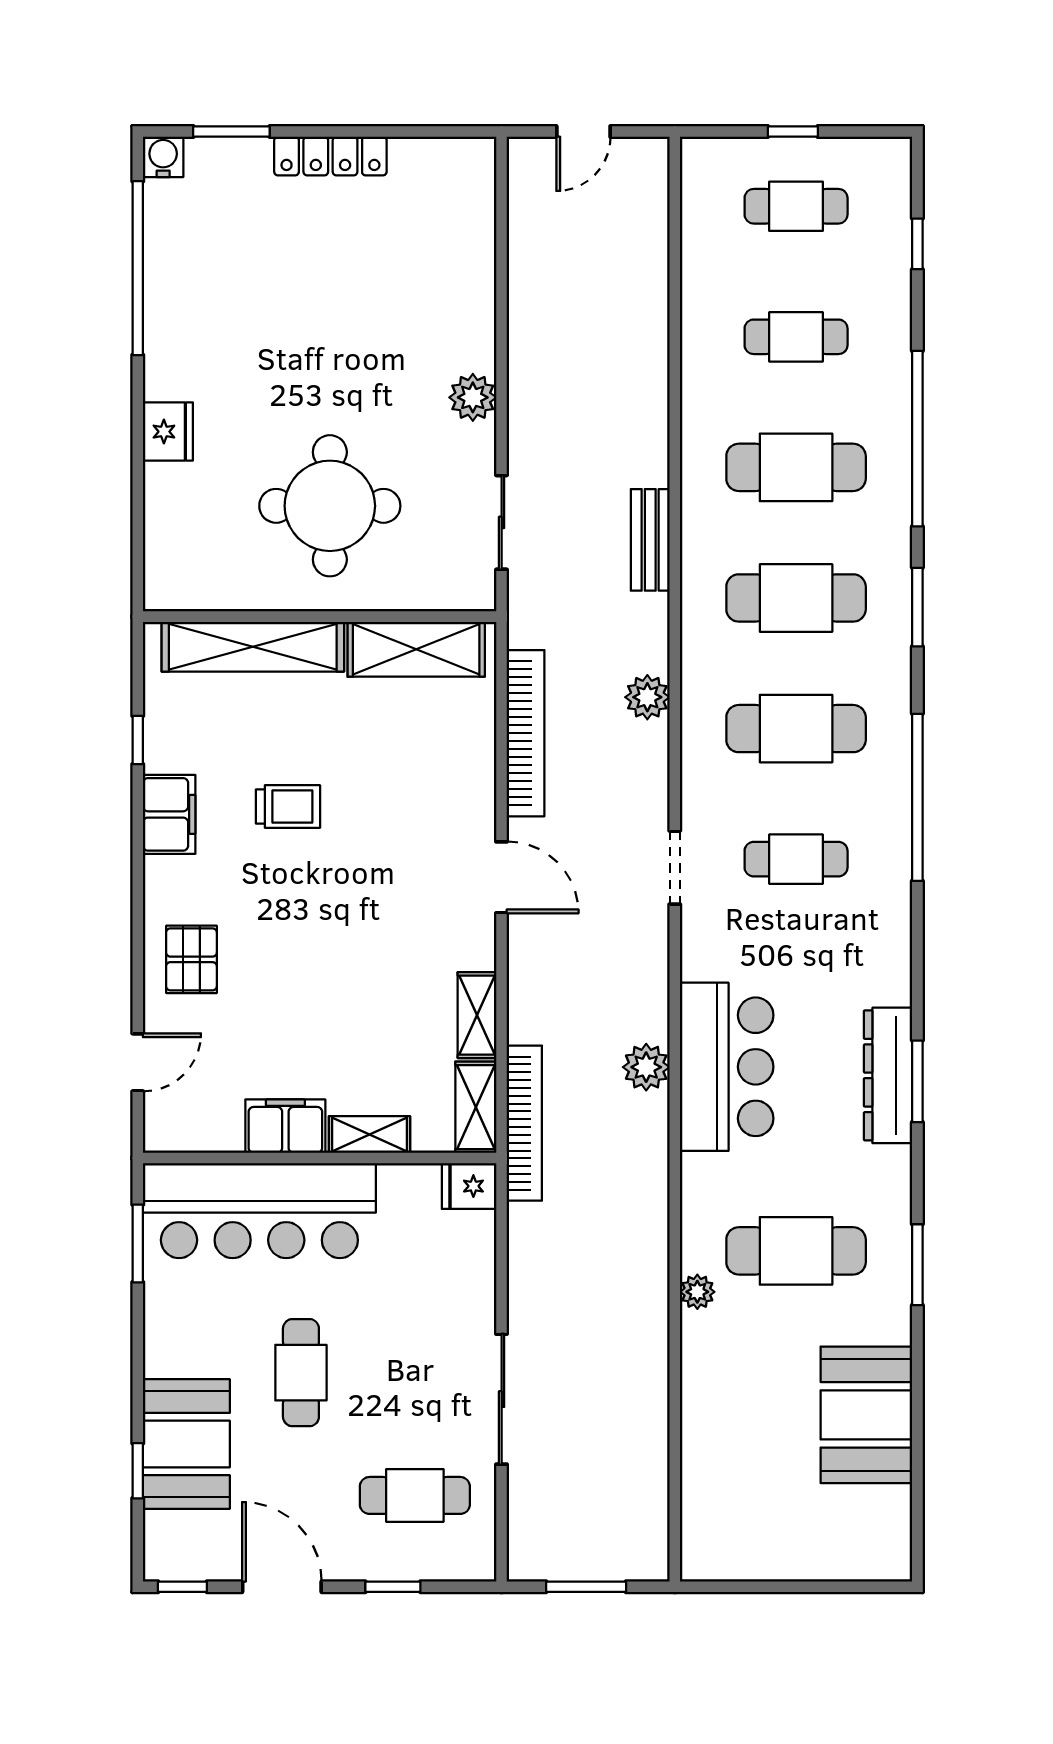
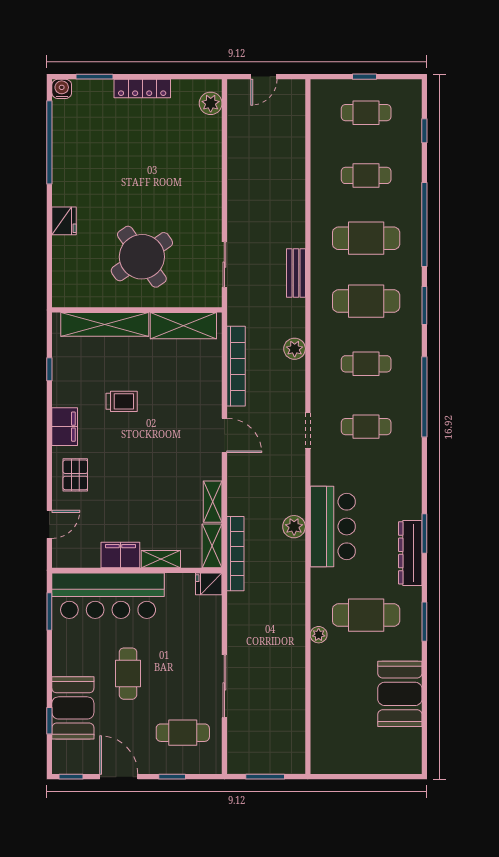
plant: (473, 397) -> (211, 103), moved
round table: (330, 506) -> (142, 257), turned -35
cafe table: (796, 729) -> (366, 364), width x0.73, depth x0.74
filing cabinet: (169, 814) -> (65, 427), moved
dresser: (888, 1075) -> (410, 553), moved

